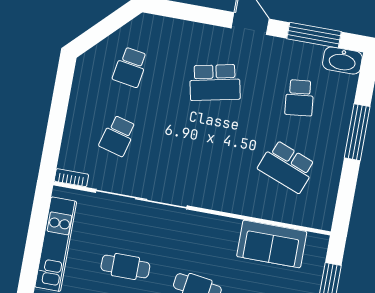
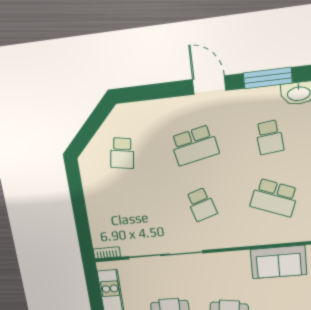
school desk: (118, 136) -> (201, 204), moved, turned -33

